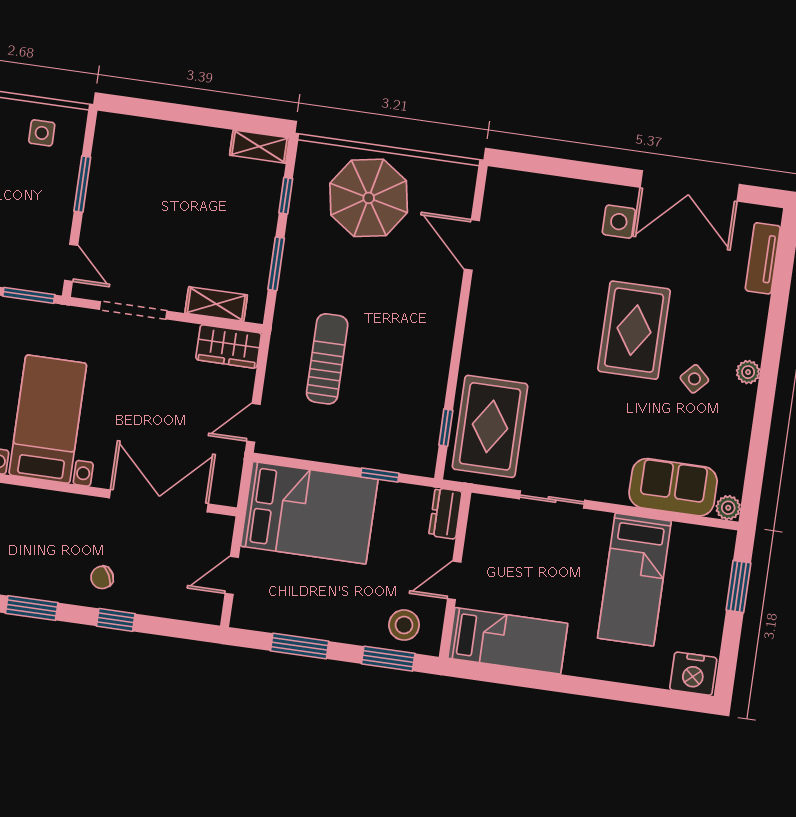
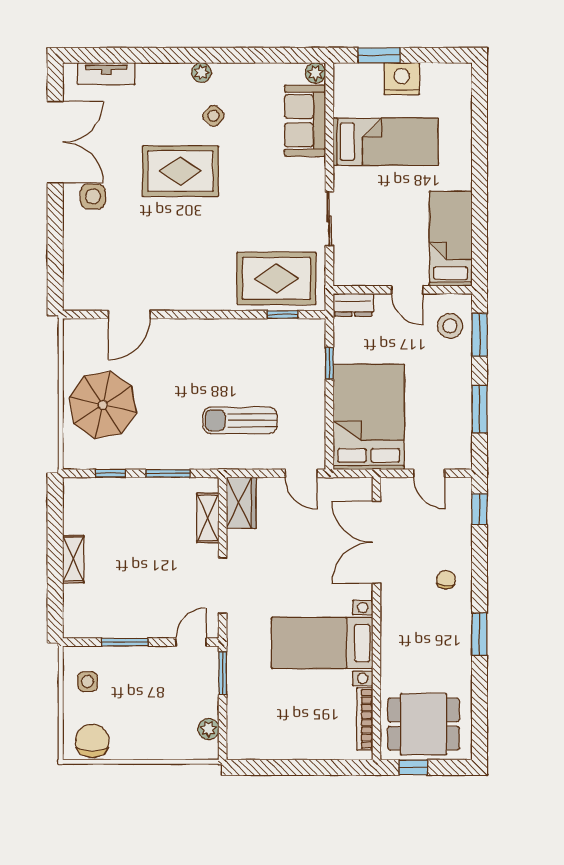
shelving: (259, 147) -> (73, 559), moved
chair: (102, 577) -> (446, 580), turned -147
window: (116, 620) -> (479, 509), moved
nightstand: (693, 674) -> (402, 79), moved, turned -90

